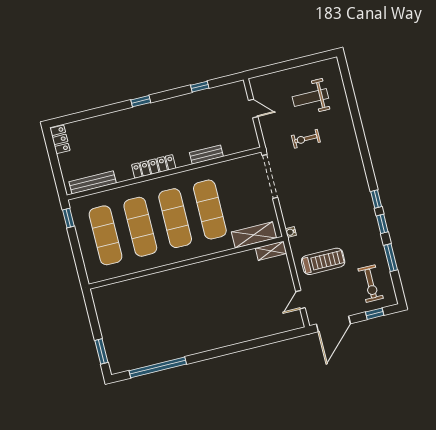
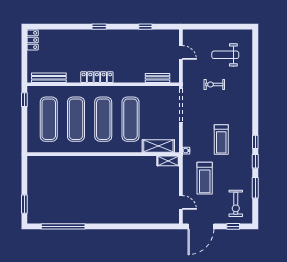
bench: (206, 155) -> (157, 78), moved
treadmill: (332, 207) -> (221, 139), added
treadmill: (323, 261) -> (205, 178), turned 90
door: (300, 300) -> (181, 202), swing flipped

